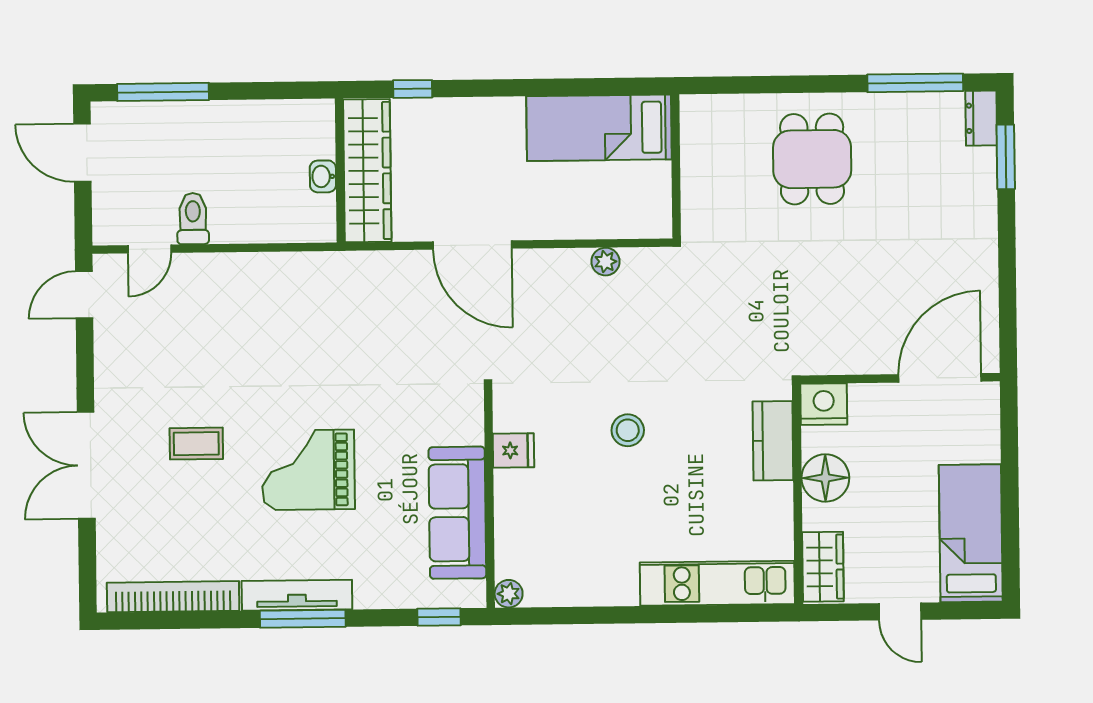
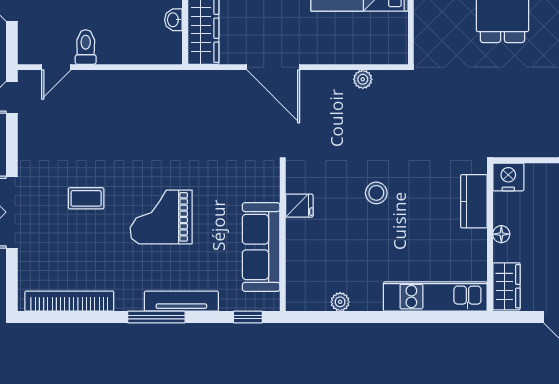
floor lamp: (825, 478) -> (501, 234), width x0.53, depth x0.53
plant: (509, 594) -> (340, 302), moved
tv unit: (297, 595) -> (181, 301), moved

